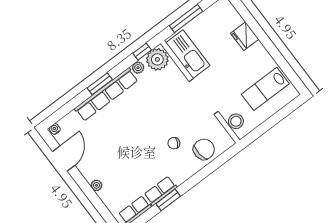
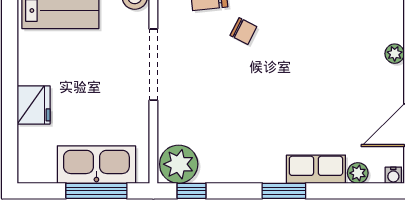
kitchen sink: (188, 54) -> (96, 165), moved, turned 90
plant: (138, 68) -> (358, 173), moved
row of seats: (106, 94) -> (316, 169), width x0.50

